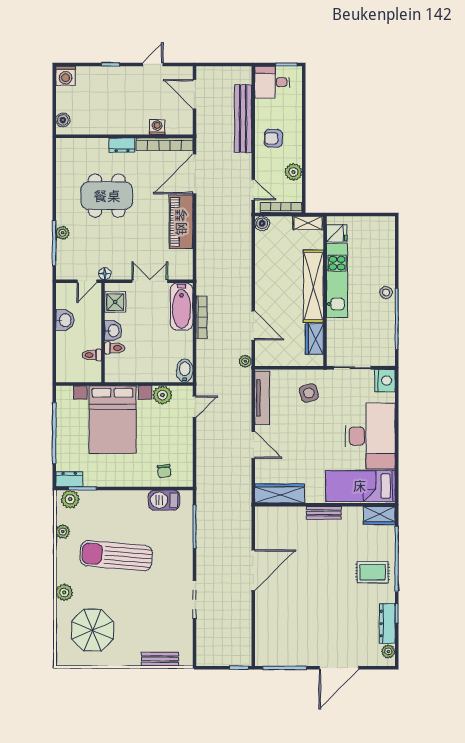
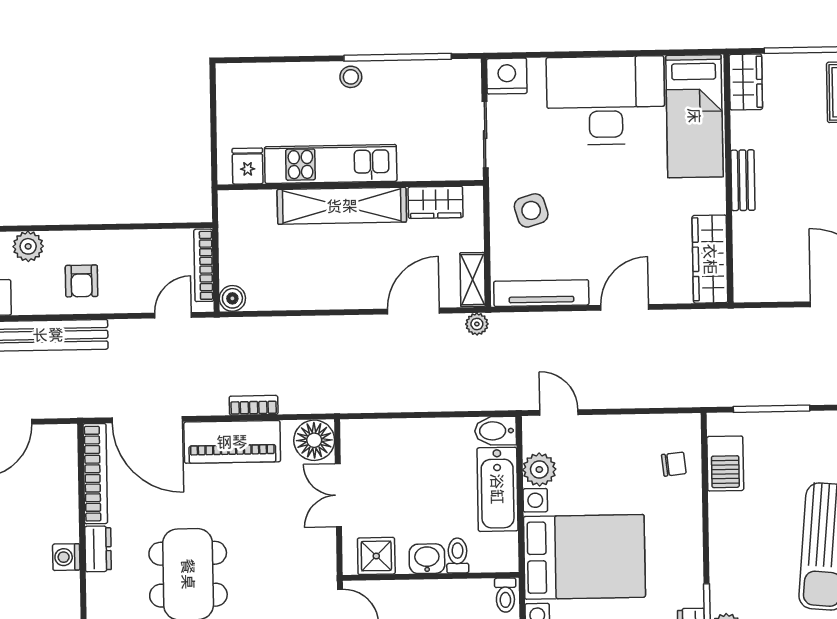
washing machine: (157, 127) -> (66, 557), moved
plant: (293, 172) -> (28, 246), moved
shelving: (308, 223) -> (473, 280), moved
floor lamp: (105, 274) -> (314, 440), moved, width x1.89, depth x1.89
bathtub: (182, 307) -> (497, 489), moved, turned 90
bookcase: (202, 317) -> (254, 405), moved, width x0.64
toilet: (92, 355) -> (505, 595), moved

